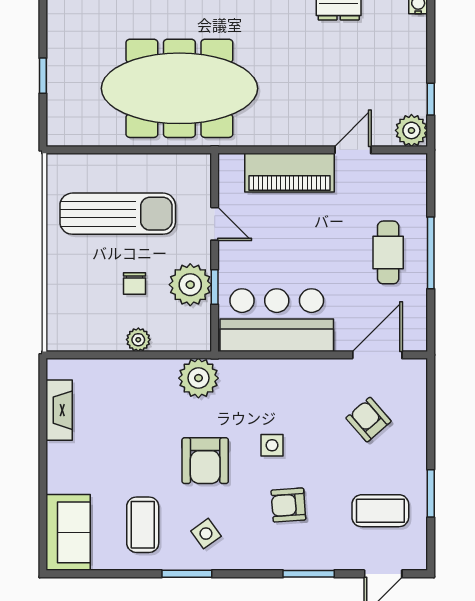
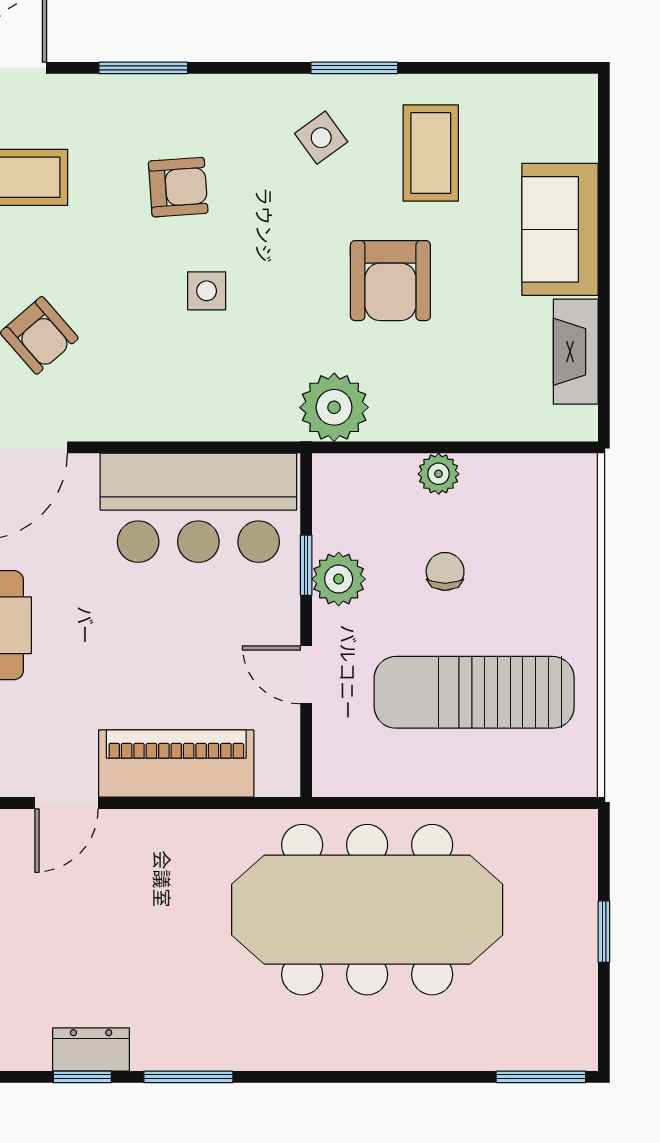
plant: (190, 285) -> (339, 579), width x0.73, depth x0.73
armchair: (205, 461) -> (390, 281), moved, turned 180
sofa: (68, 532) -> (560, 229), moved

